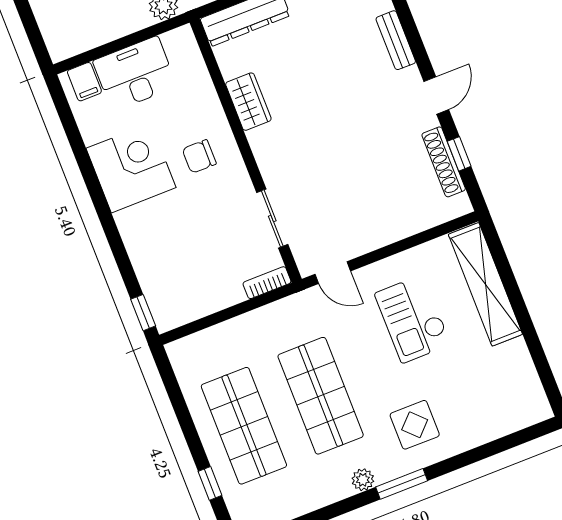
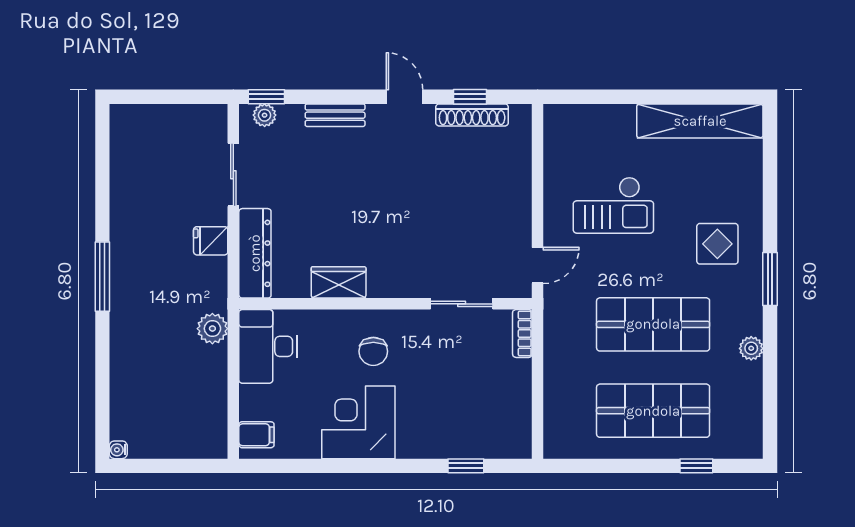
desk: (135, 74) -> (268, 346), moved
shelving: (485, 284) -> (700, 121), moved
window: (143, 313) -> (466, 466), moved
plant: (363, 480) -> (751, 348), moved

